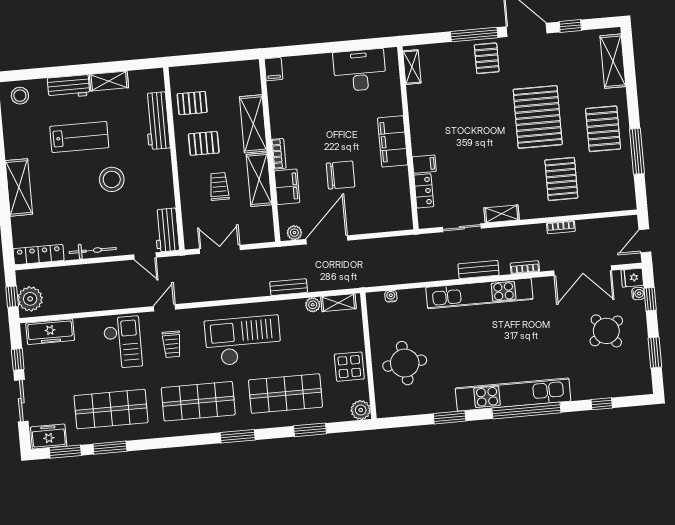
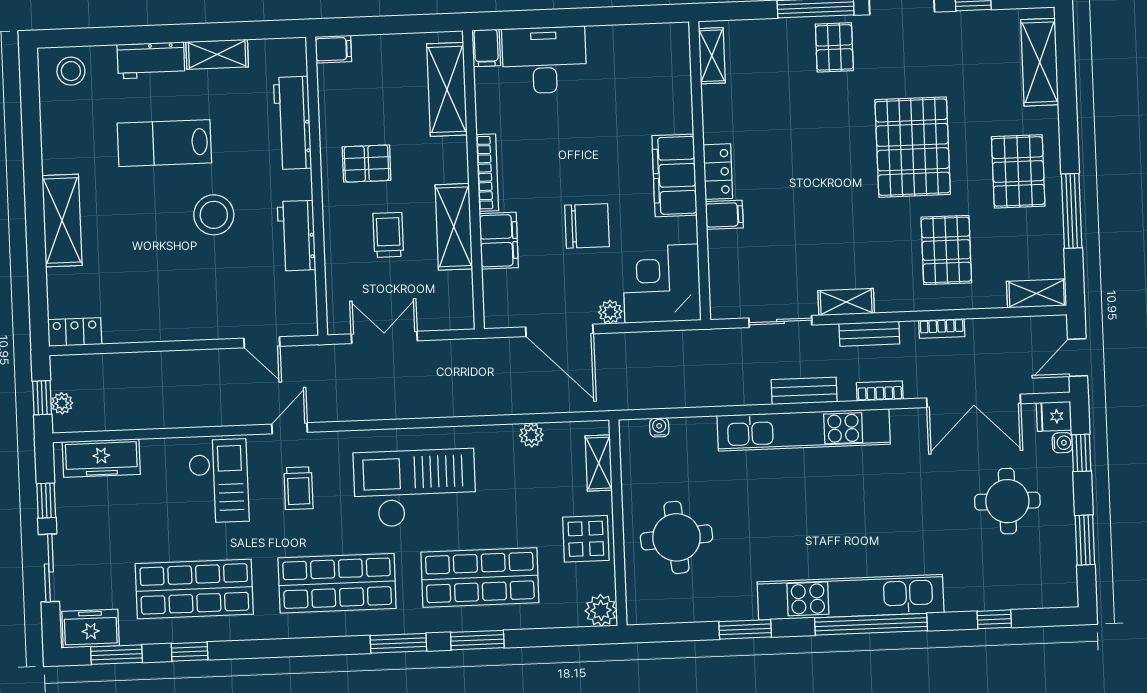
desk: (360, 70) -> (544, 60), moved
filing cabinet: (180, 74) -> (333, 49), added
pallet: (192, 103) -> (351, 97), removed
shelving: (253, 124) -> (447, 89), moved
lab bench: (79, 137) -> (164, 143), turned 180
bookcase: (279, 154) -> (487, 173), width x1.56
locker: (424, 191) -> (718, 172), moved
shelving: (618, 203) -> (1037, 293), added
corner desk: (388, 208) -> (662, 284), added
workbench: (167, 230) -> (296, 236), moved
plant: (294, 233) -> (610, 312), moved
door: (327, 240) -> (559, 330), swing flipped
bicycle: (93, 251) -> (177, 329), removed
locker: (39, 255) -> (75, 332), width x0.66
bench: (289, 287) -> (869, 334), moved
plant: (30, 299) -> (62, 403), width x0.53, depth x0.53
shelving: (338, 303) -> (599, 463), moved, turned 90
round table: (606, 331) -> (1007, 501), turned 37
window: (310, 430) -> (477, 640), moved
window: (110, 448) -> (190, 652), width x0.67

